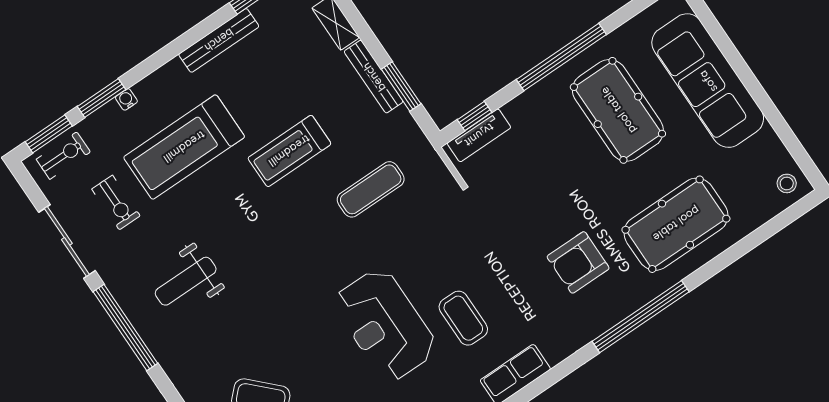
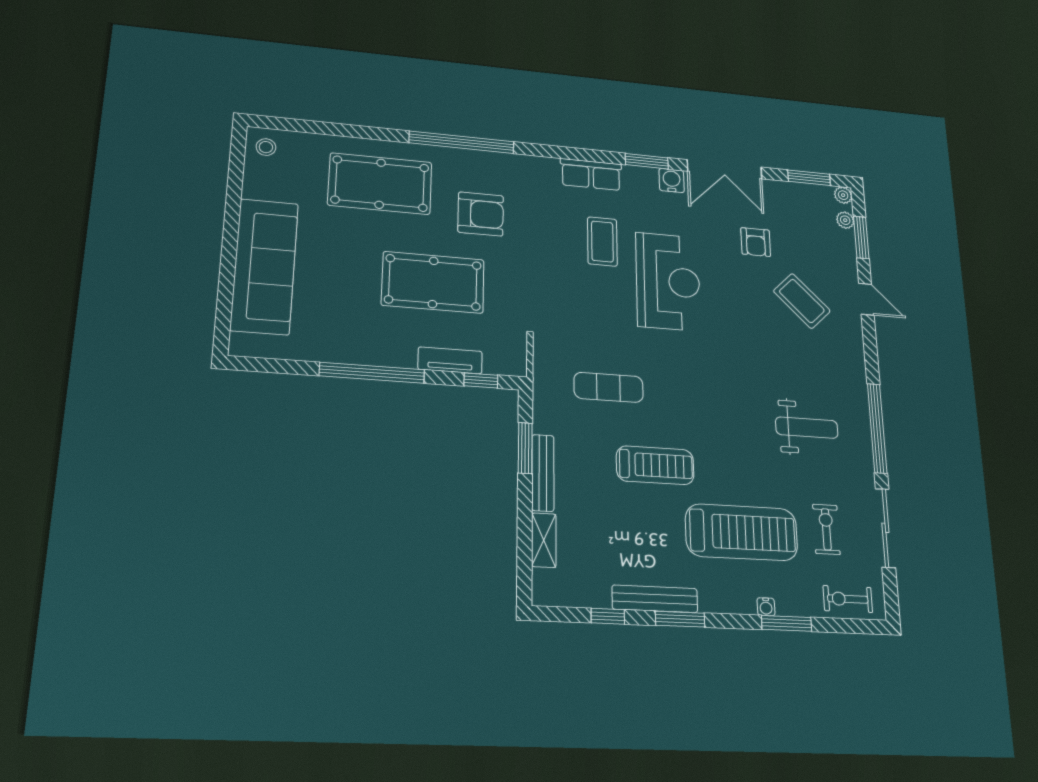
pool table: (618, 110) -> (433, 282), moved, turned 90
window: (49, 134) -> (680, 619), moved
tv unit: (479, 135) -> (450, 360), moved

